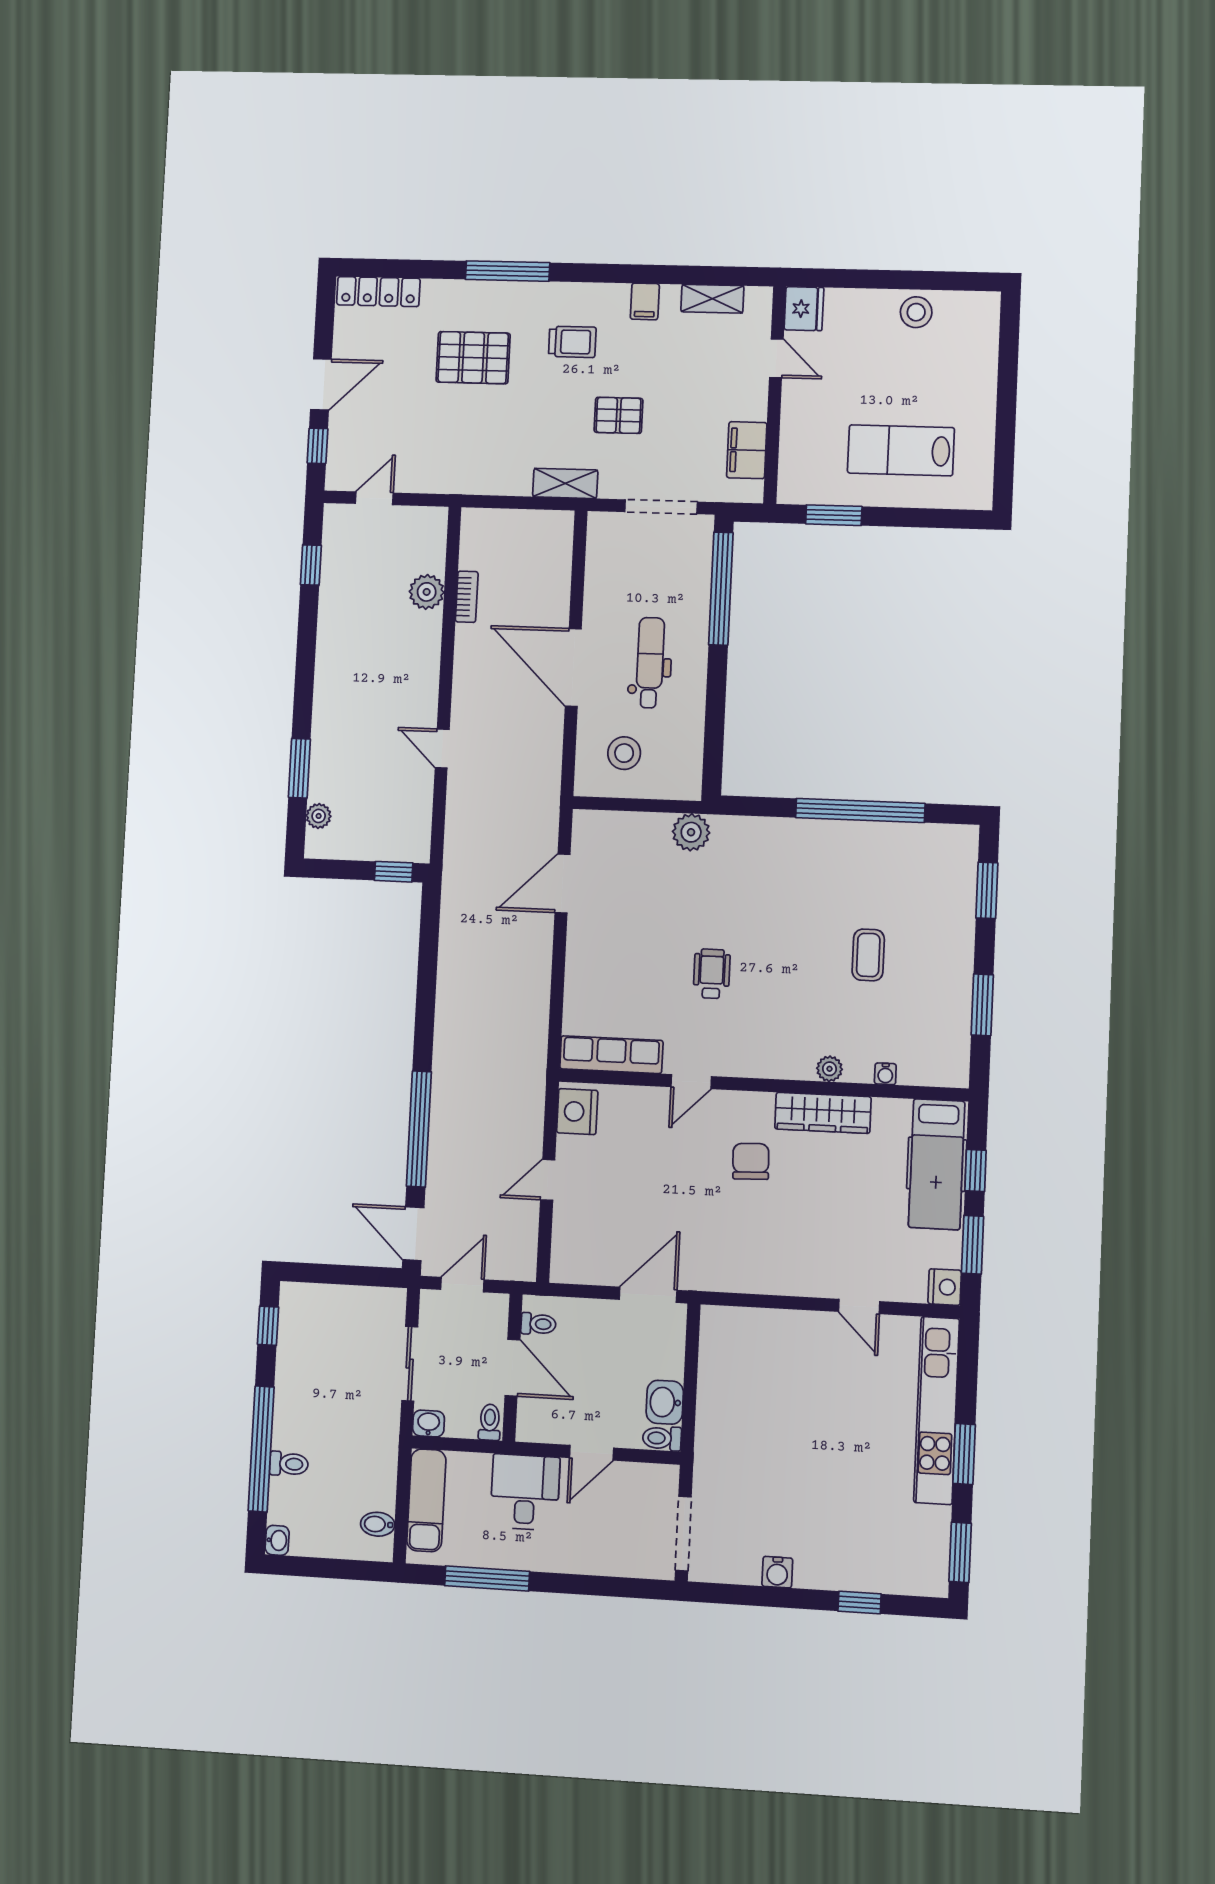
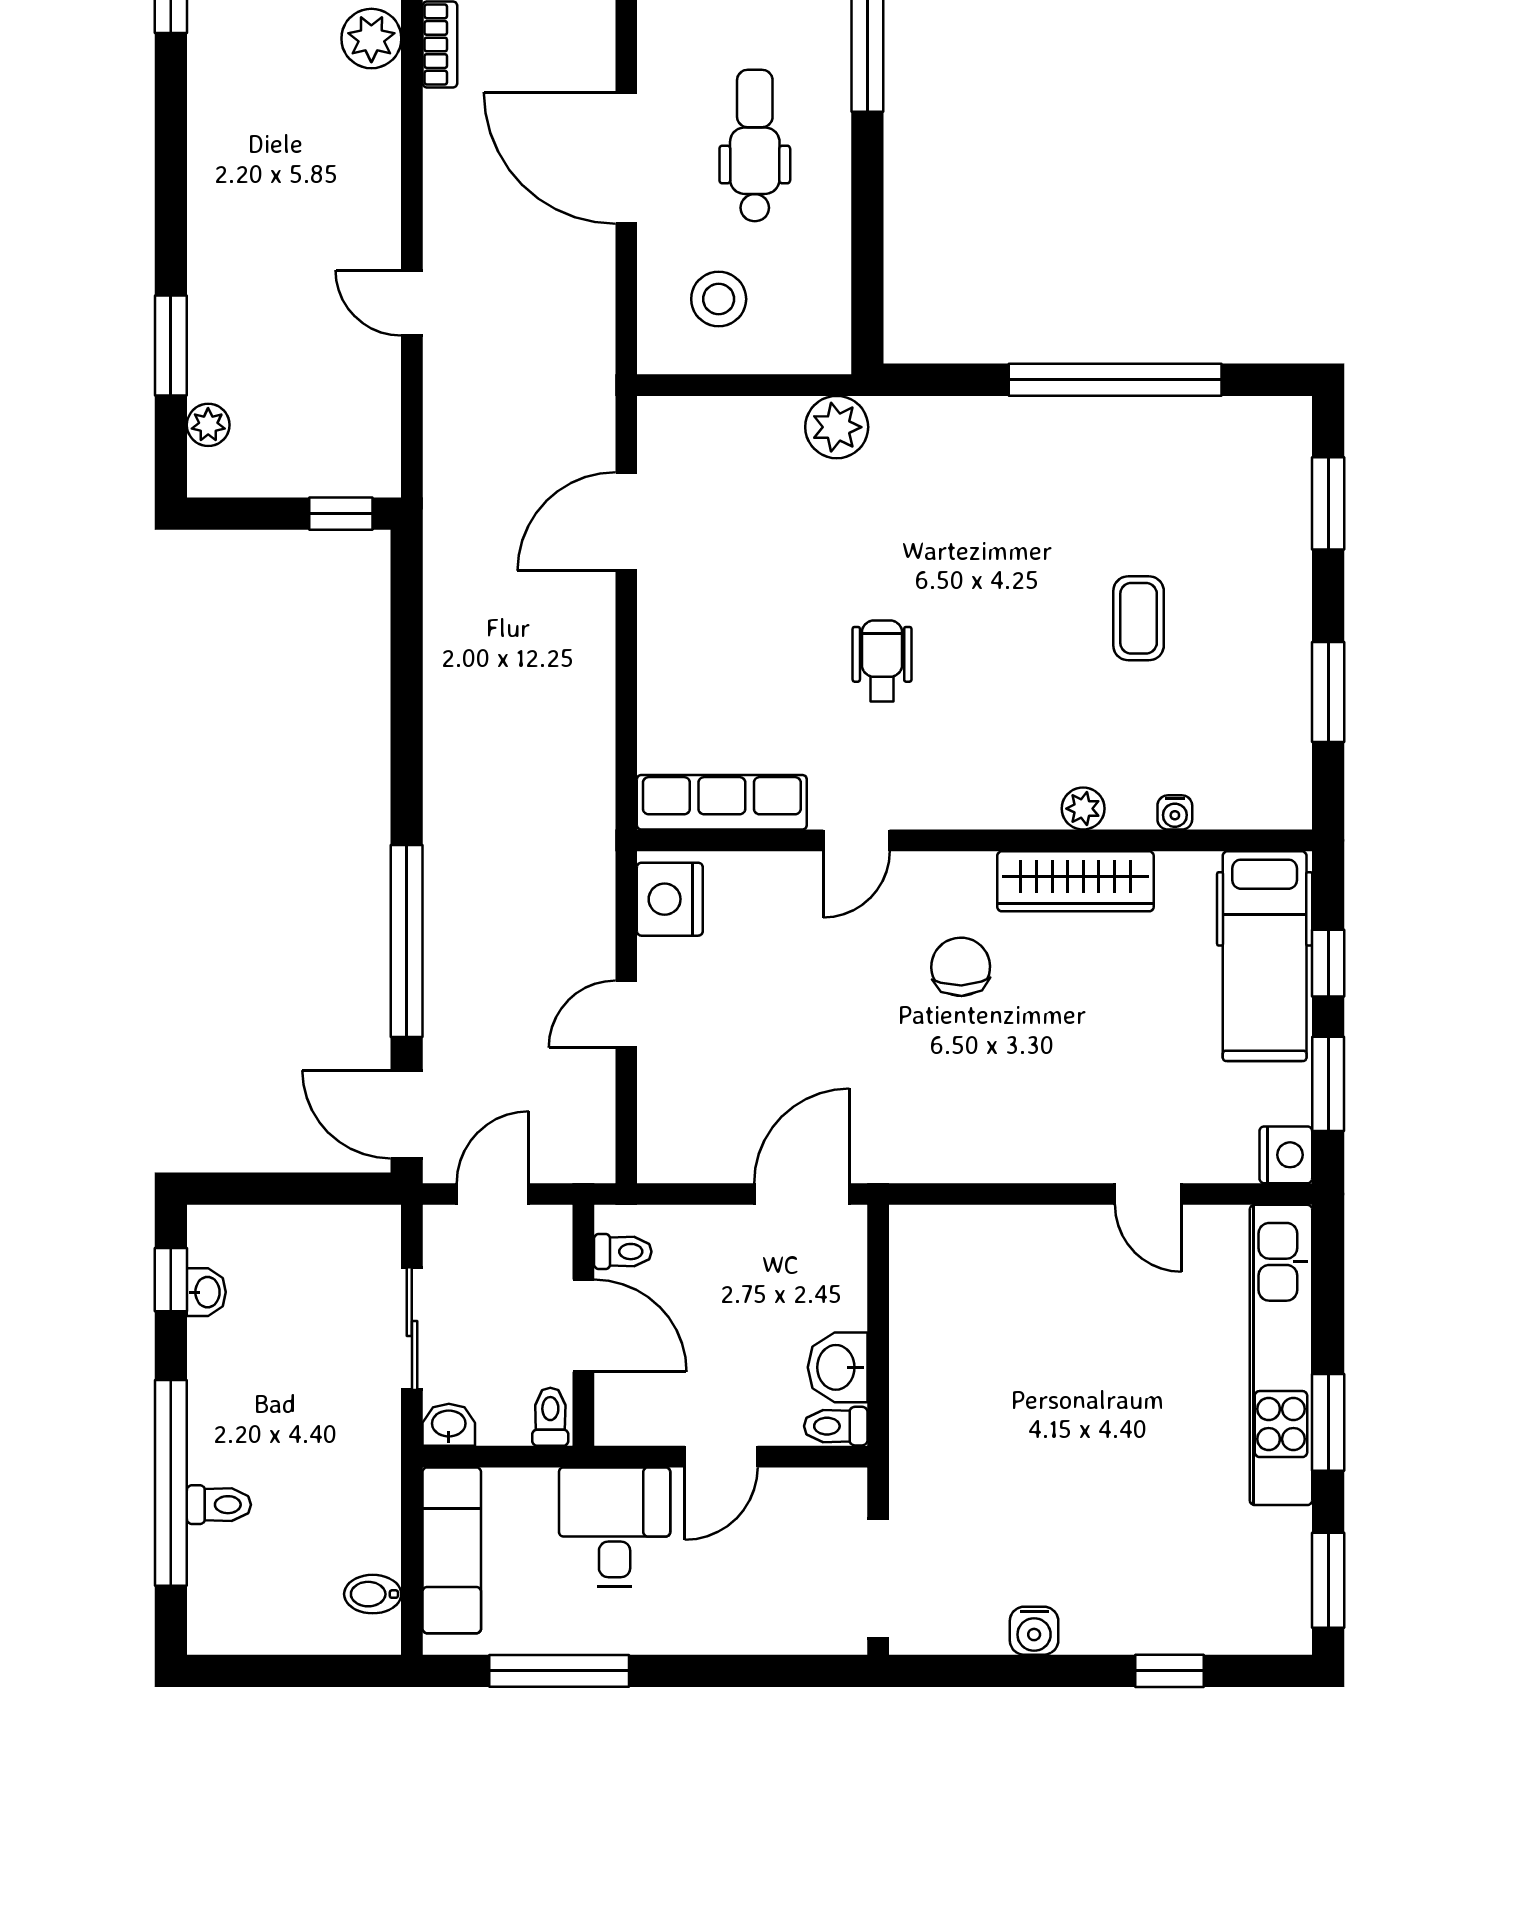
washbasin: (277, 1540) -> (206, 1292), moved

